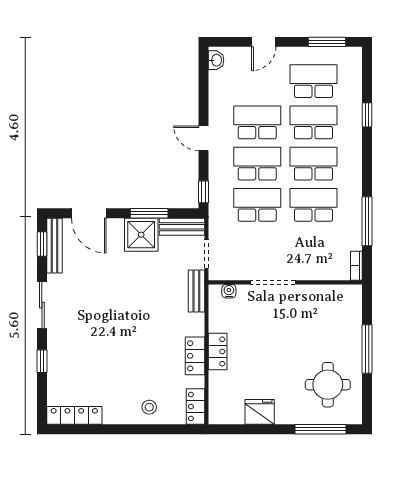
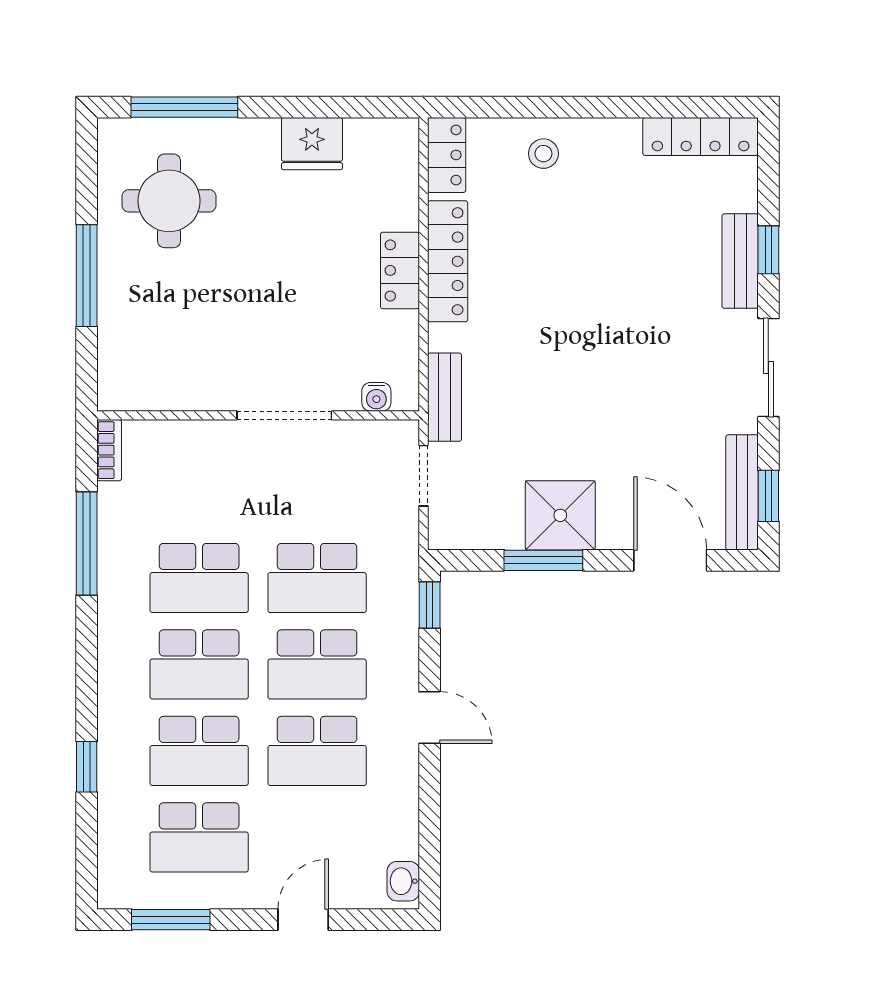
bench: (182, 227) -> (740, 261), moved, turned 90
locker: (195, 356) -> (448, 261), width x1.53

